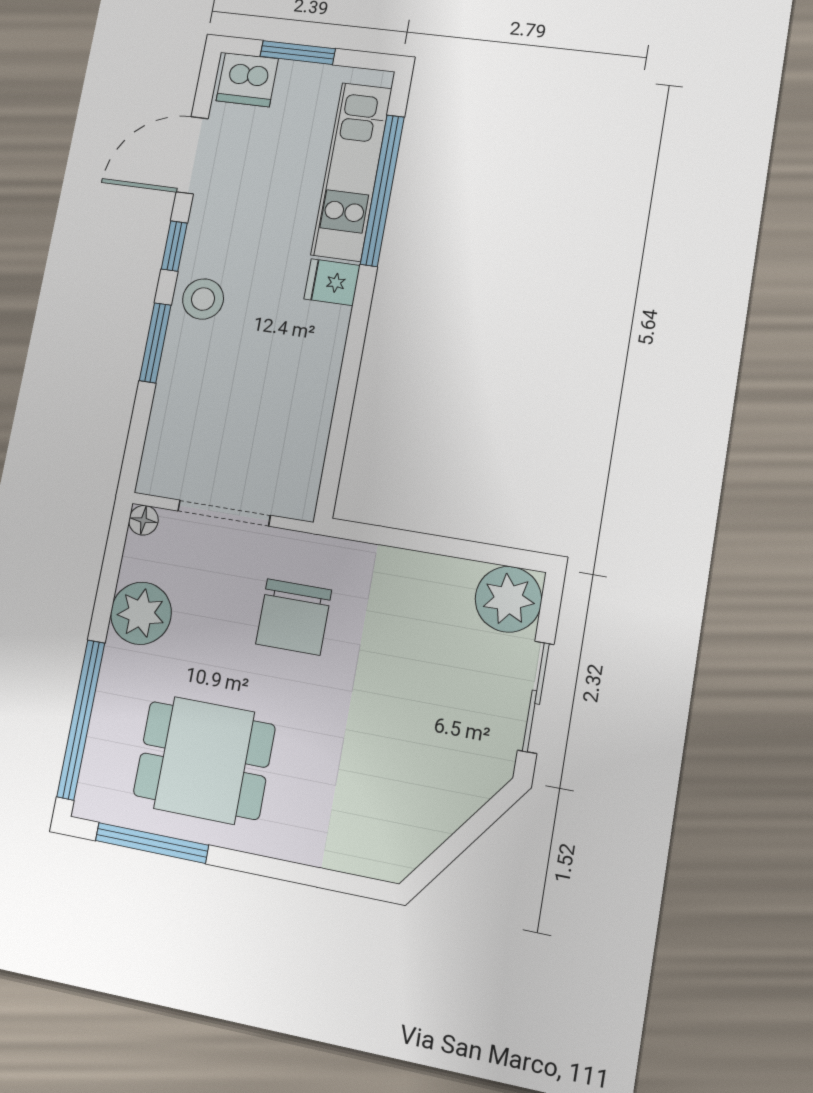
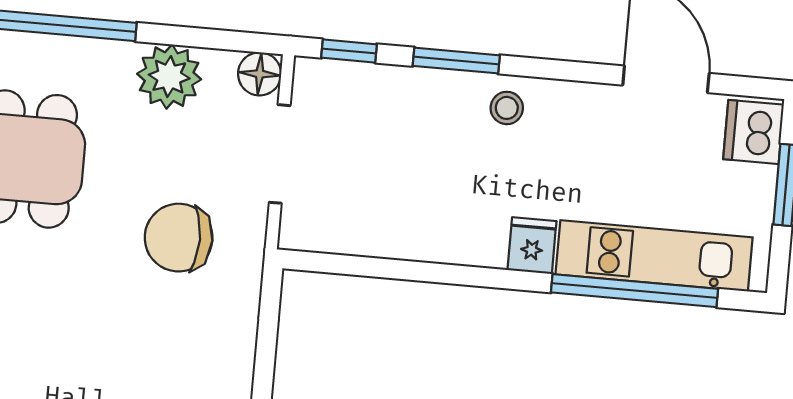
window: (174, 246) -> (349, 51), moved
stool: (203, 299) -> (507, 108), width x0.73, depth x0.73
floor lamp: (143, 520) -> (260, 74), width x1.37, depth x1.37

